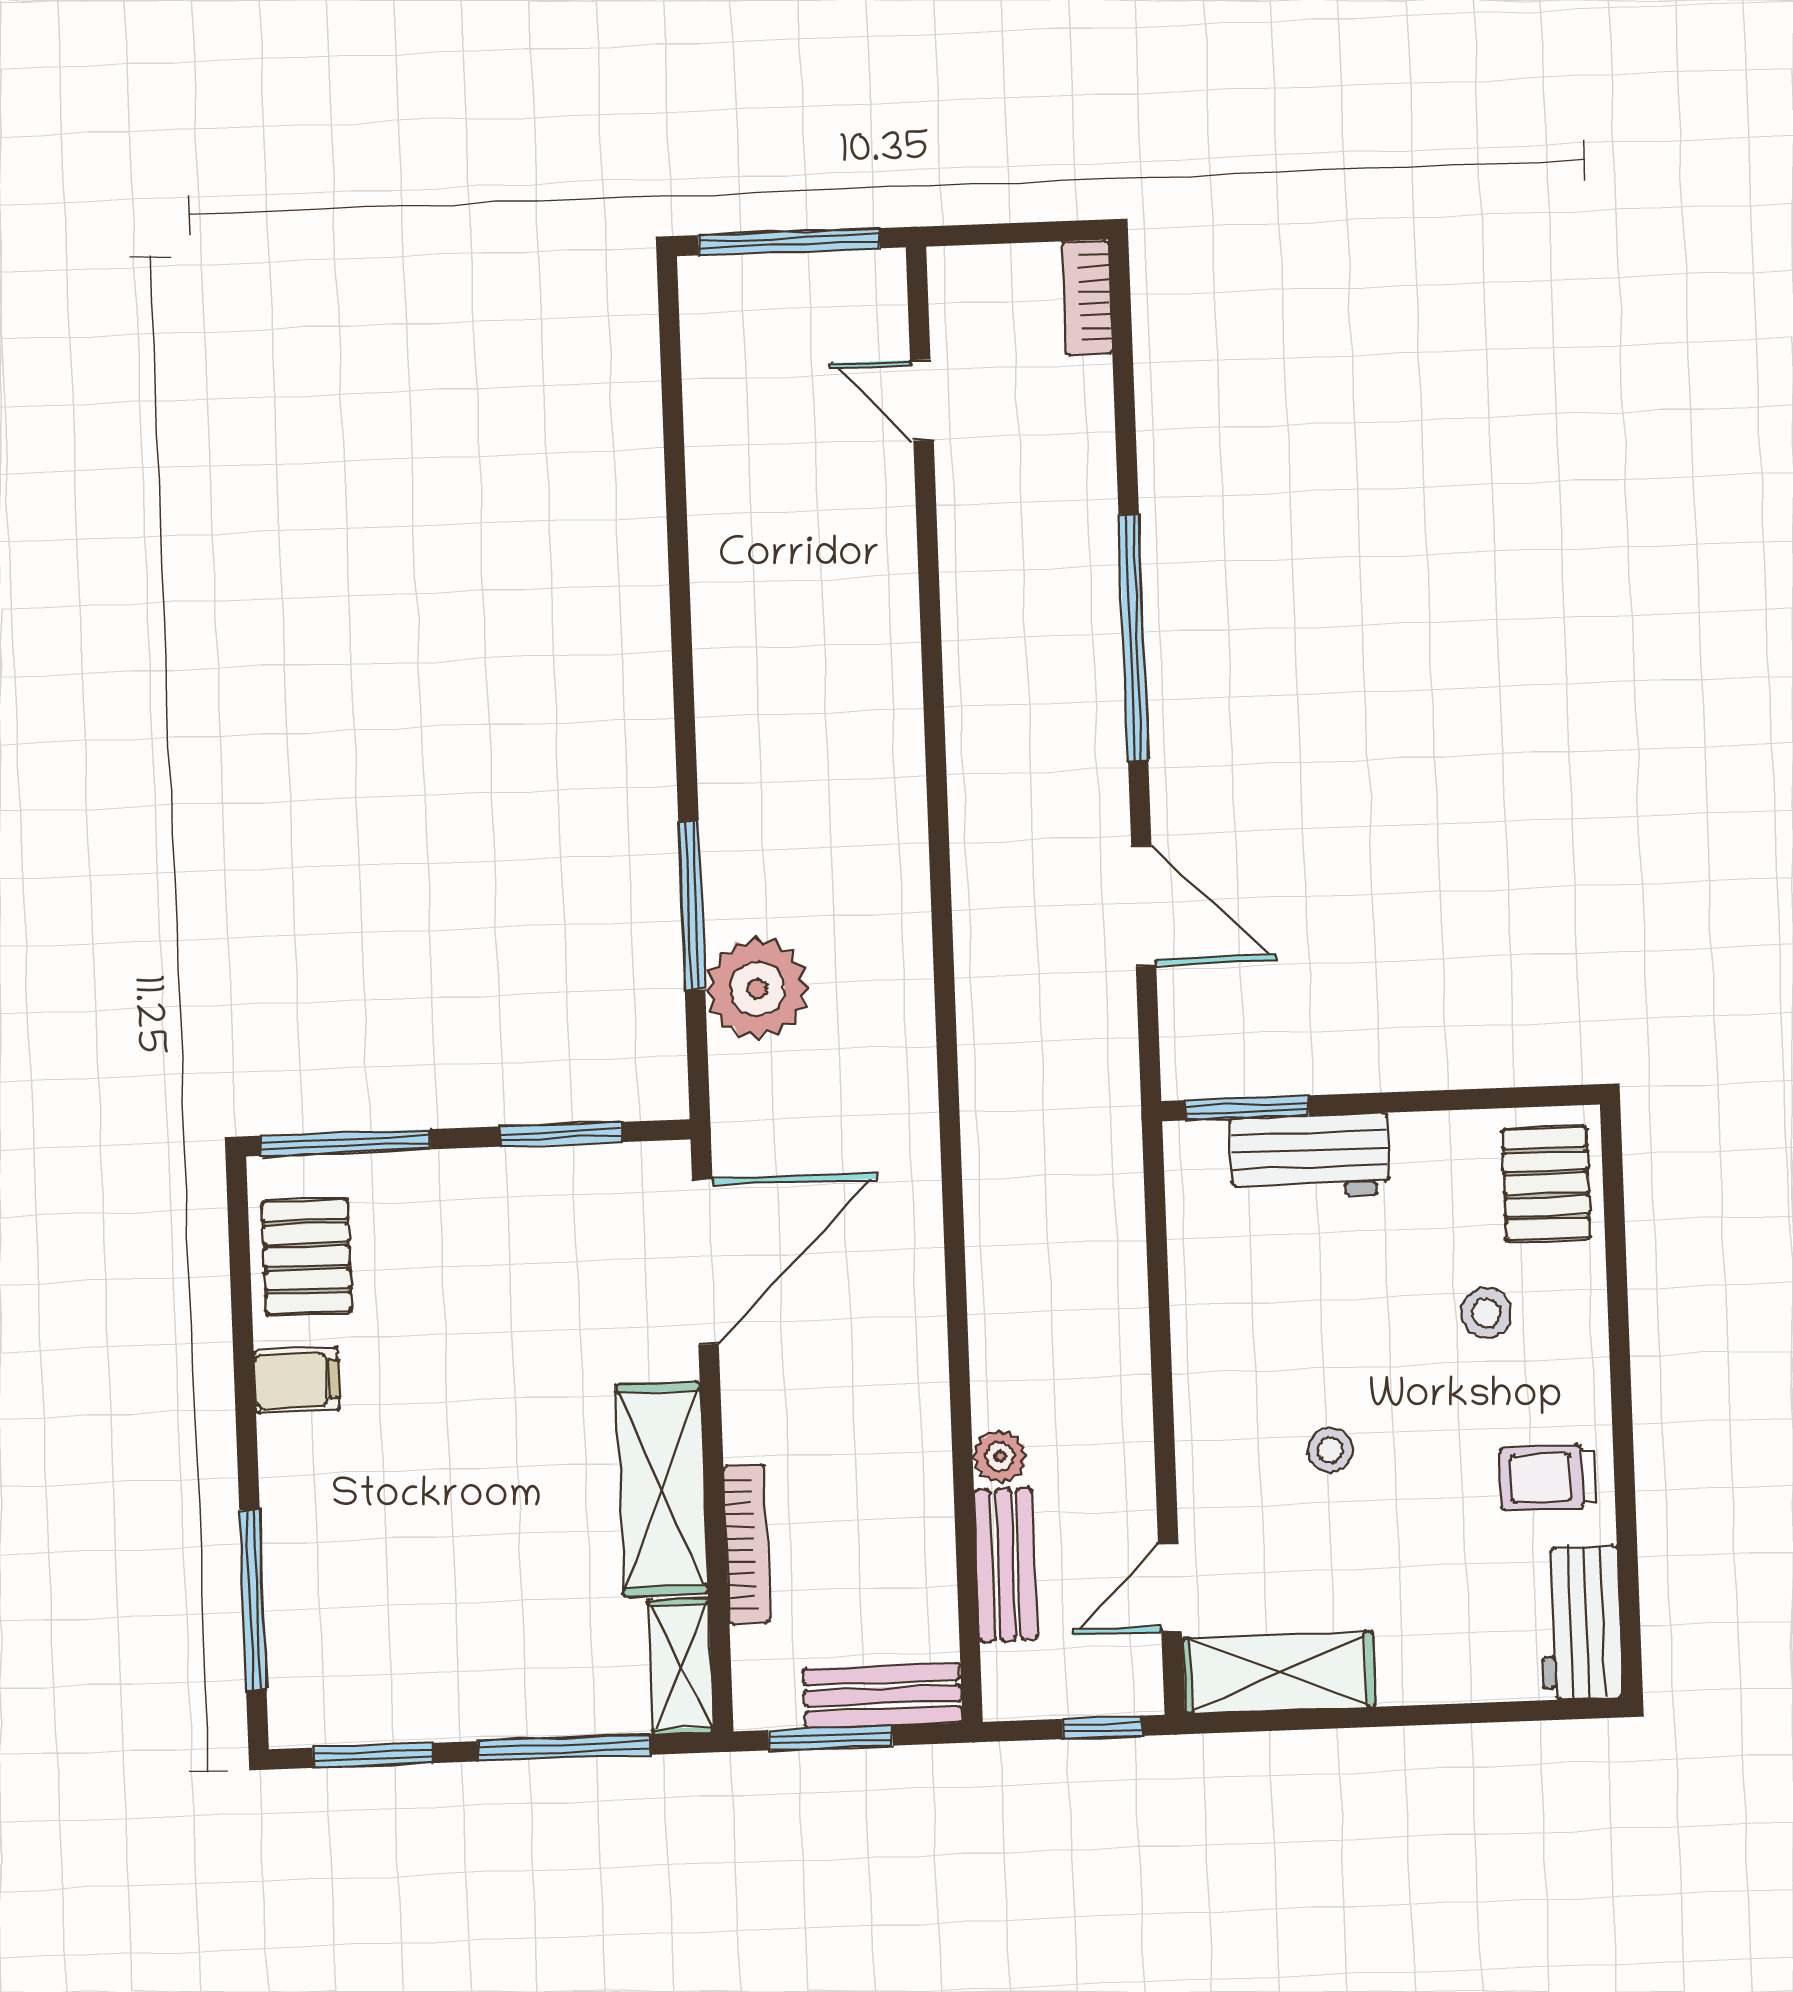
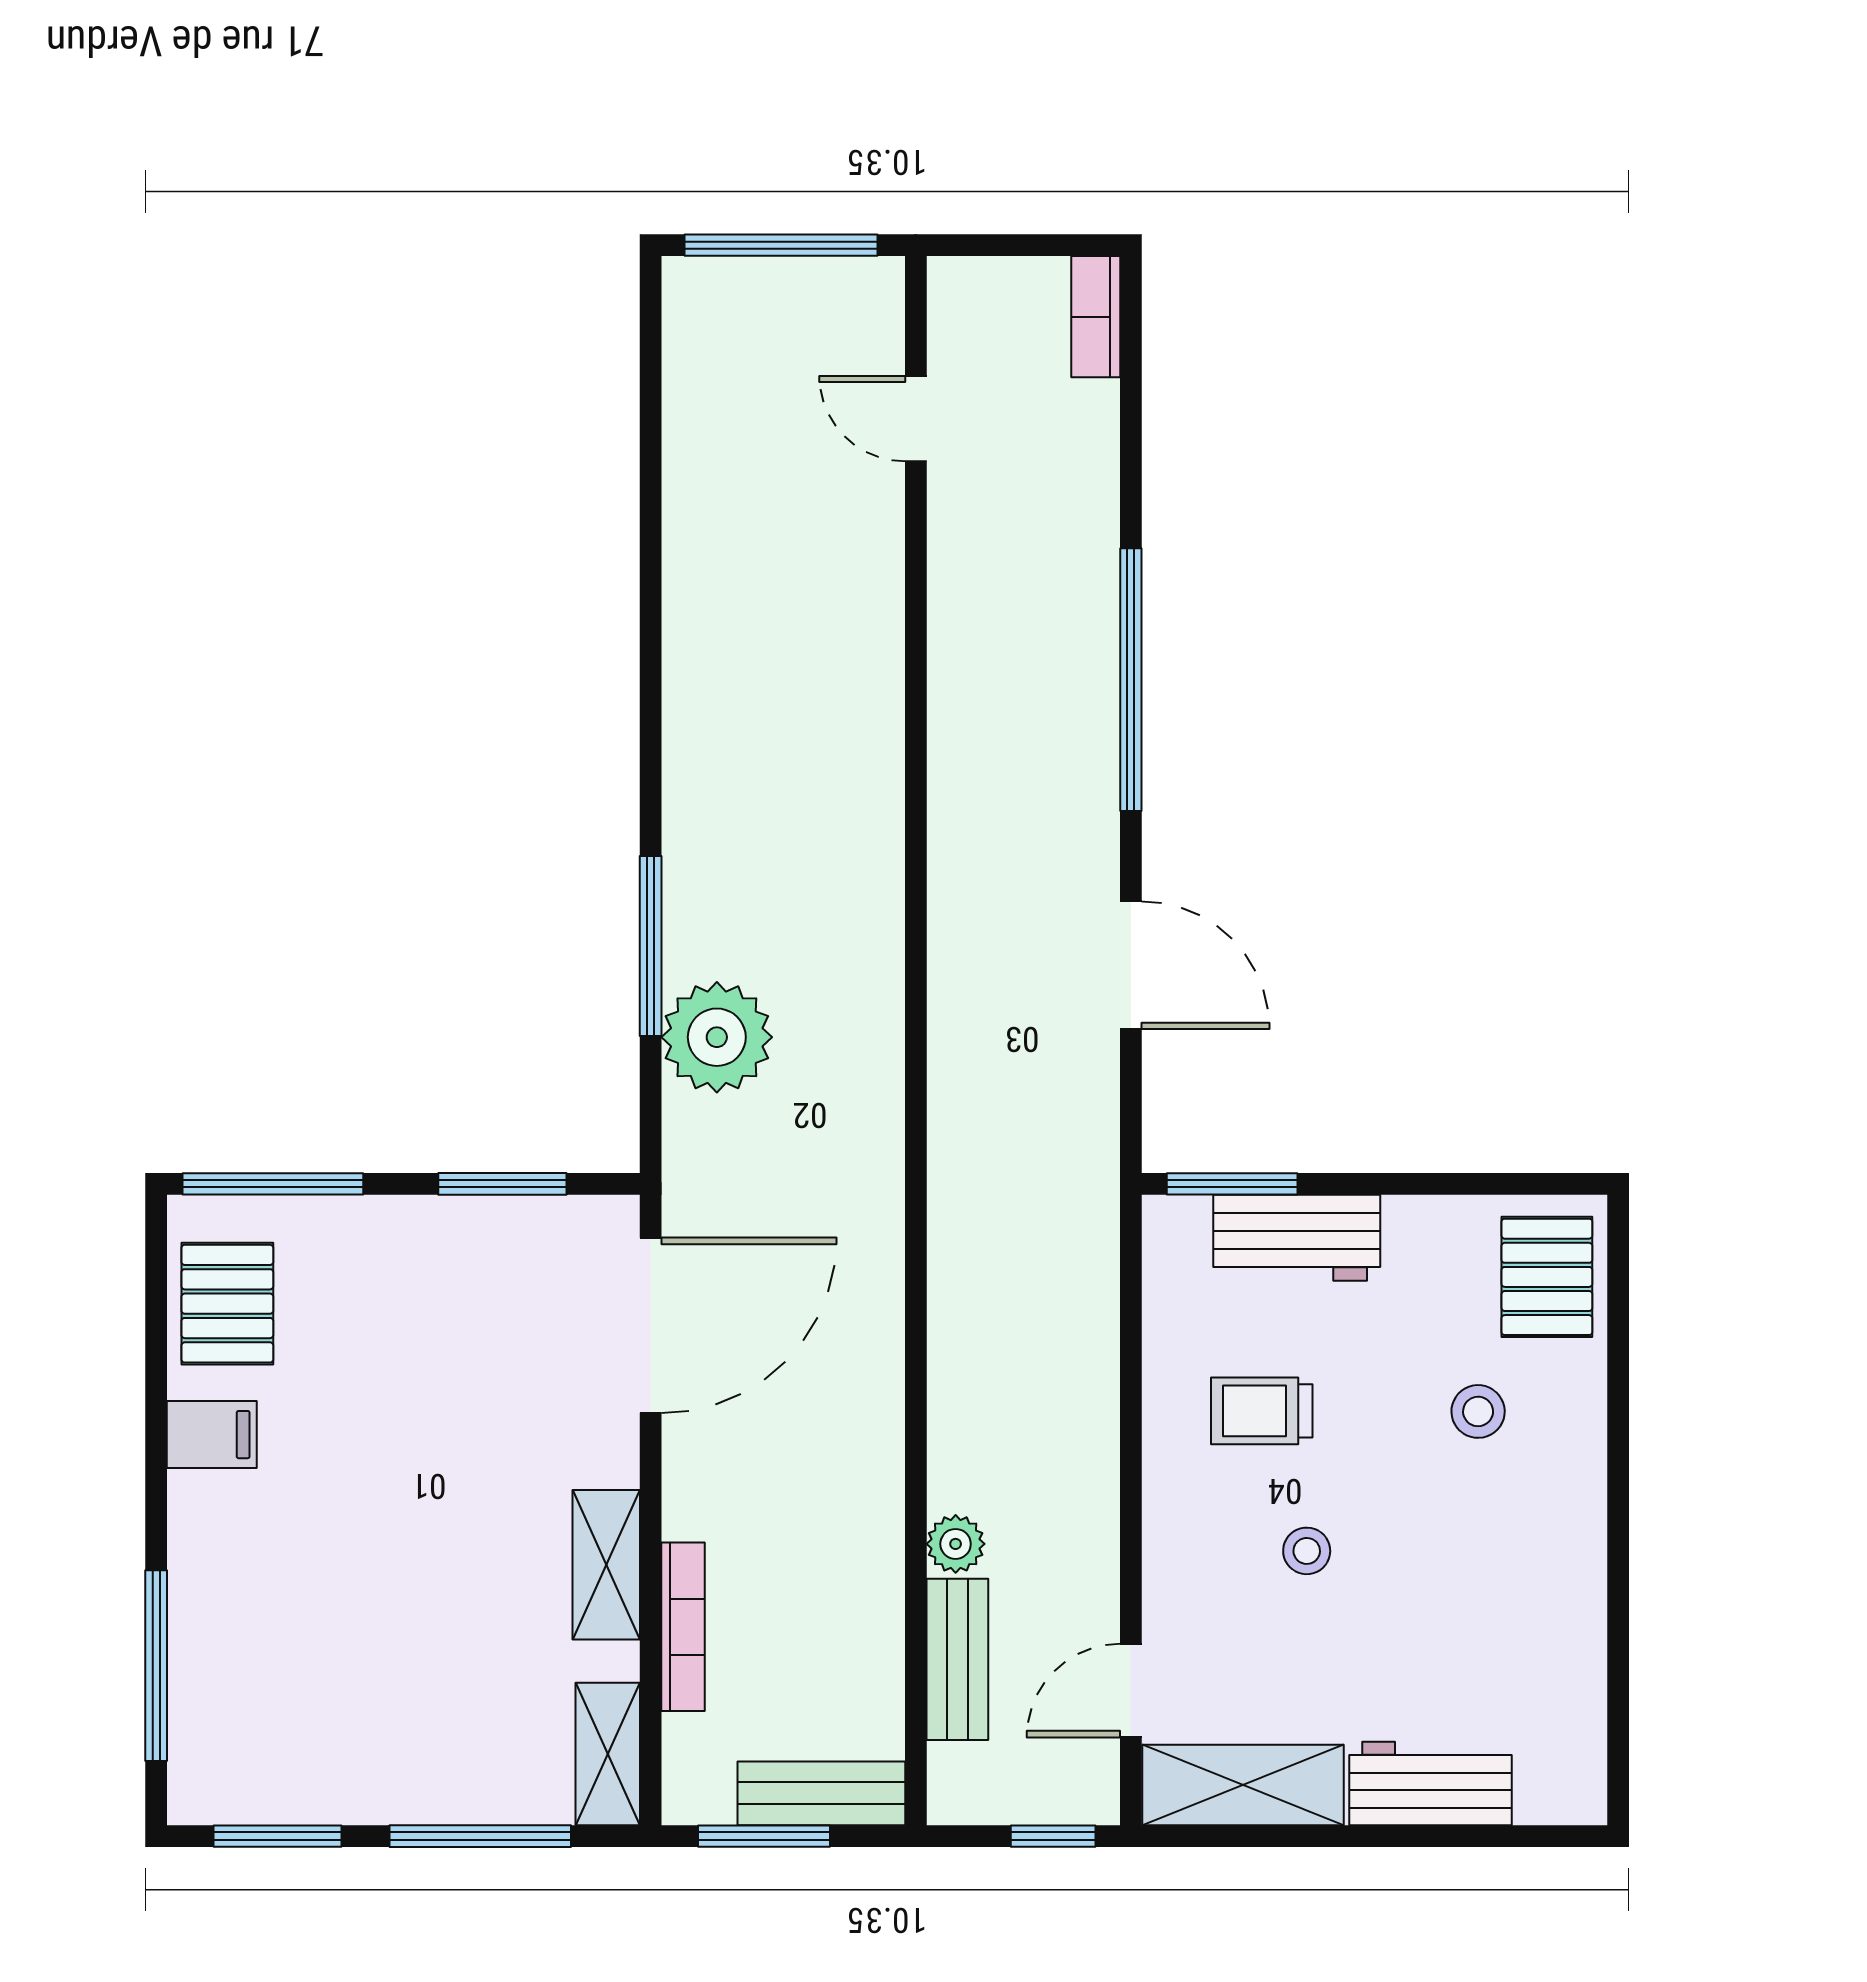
trolley: (1548, 1478) -> (1262, 1411), moved
shelving: (662, 1489) -> (606, 1565), width x0.67, depth x0.75
workbench: (1580, 1623) -> (1430, 1783), moved, turned 90

